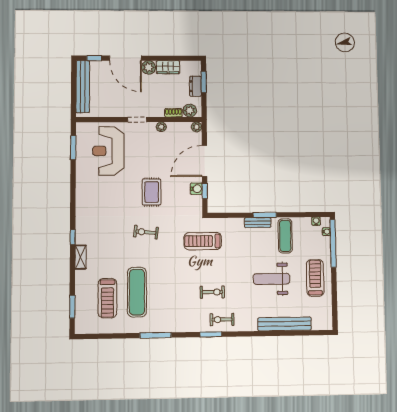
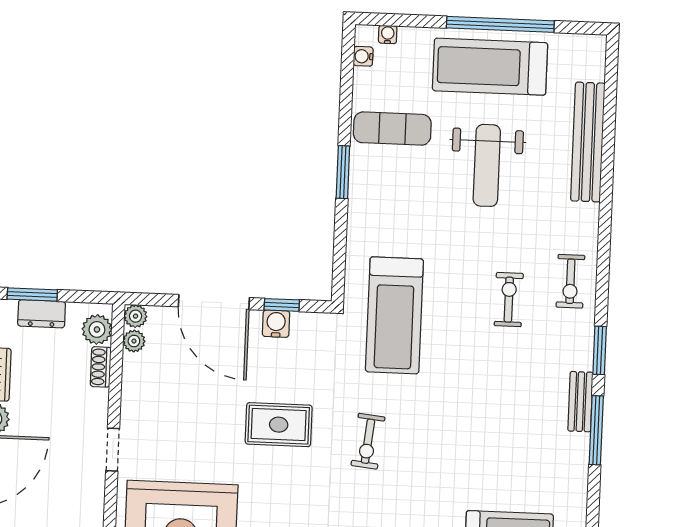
plant: (161, 127) -> (134, 341), moved
bench: (258, 223) -> (580, 402), moved
treadmill: (203, 241) -> (394, 315), width x1.37, depth x1.38
window: (333, 243) -> (500, 24), moved
treadmill: (315, 278) -> (490, 67), width x1.37, depth x1.38
exercise mat: (137, 292) -> (499, 467), removed
window: (211, 334) -> (600, 350), moved

